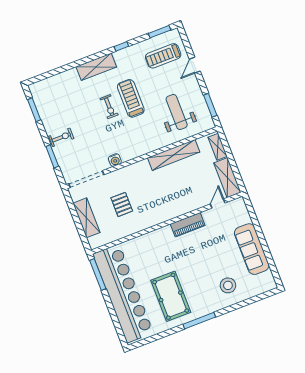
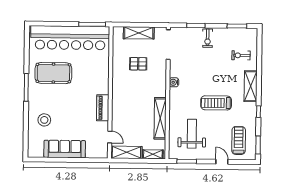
treadmill: (131, 98) -> (216, 103), turned 180
exercise bike: (109, 107) -> (241, 55), moved
weight bench: (177, 112) -> (192, 134), turned -90
water cooler: (115, 160) -> (174, 82), moved

